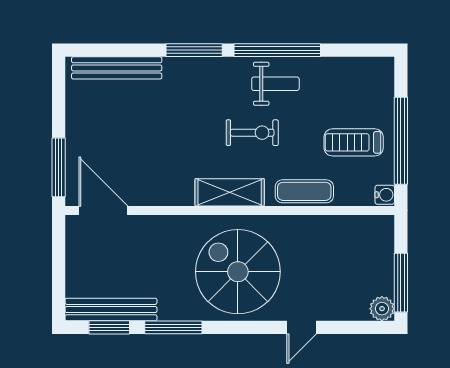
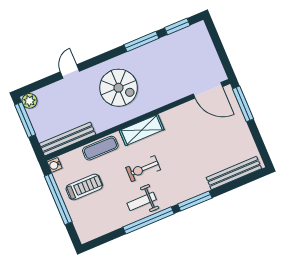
spiral stairs: (238, 272) -> (119, 88), width x0.73, depth x0.73
bench: (111, 310) -> (68, 139), moved

